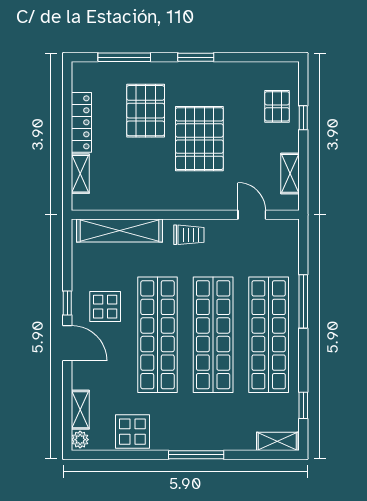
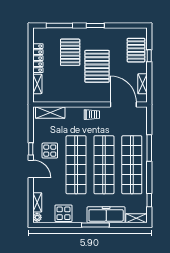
pallet: (277, 106) -> (136, 50), width x1.50, depth x1.42
door: (252, 215) -> (123, 104), width x1.88
shelving: (120, 230) -> (50, 112), width x0.68
freezer: (217, 435) -> (106, 215), added

